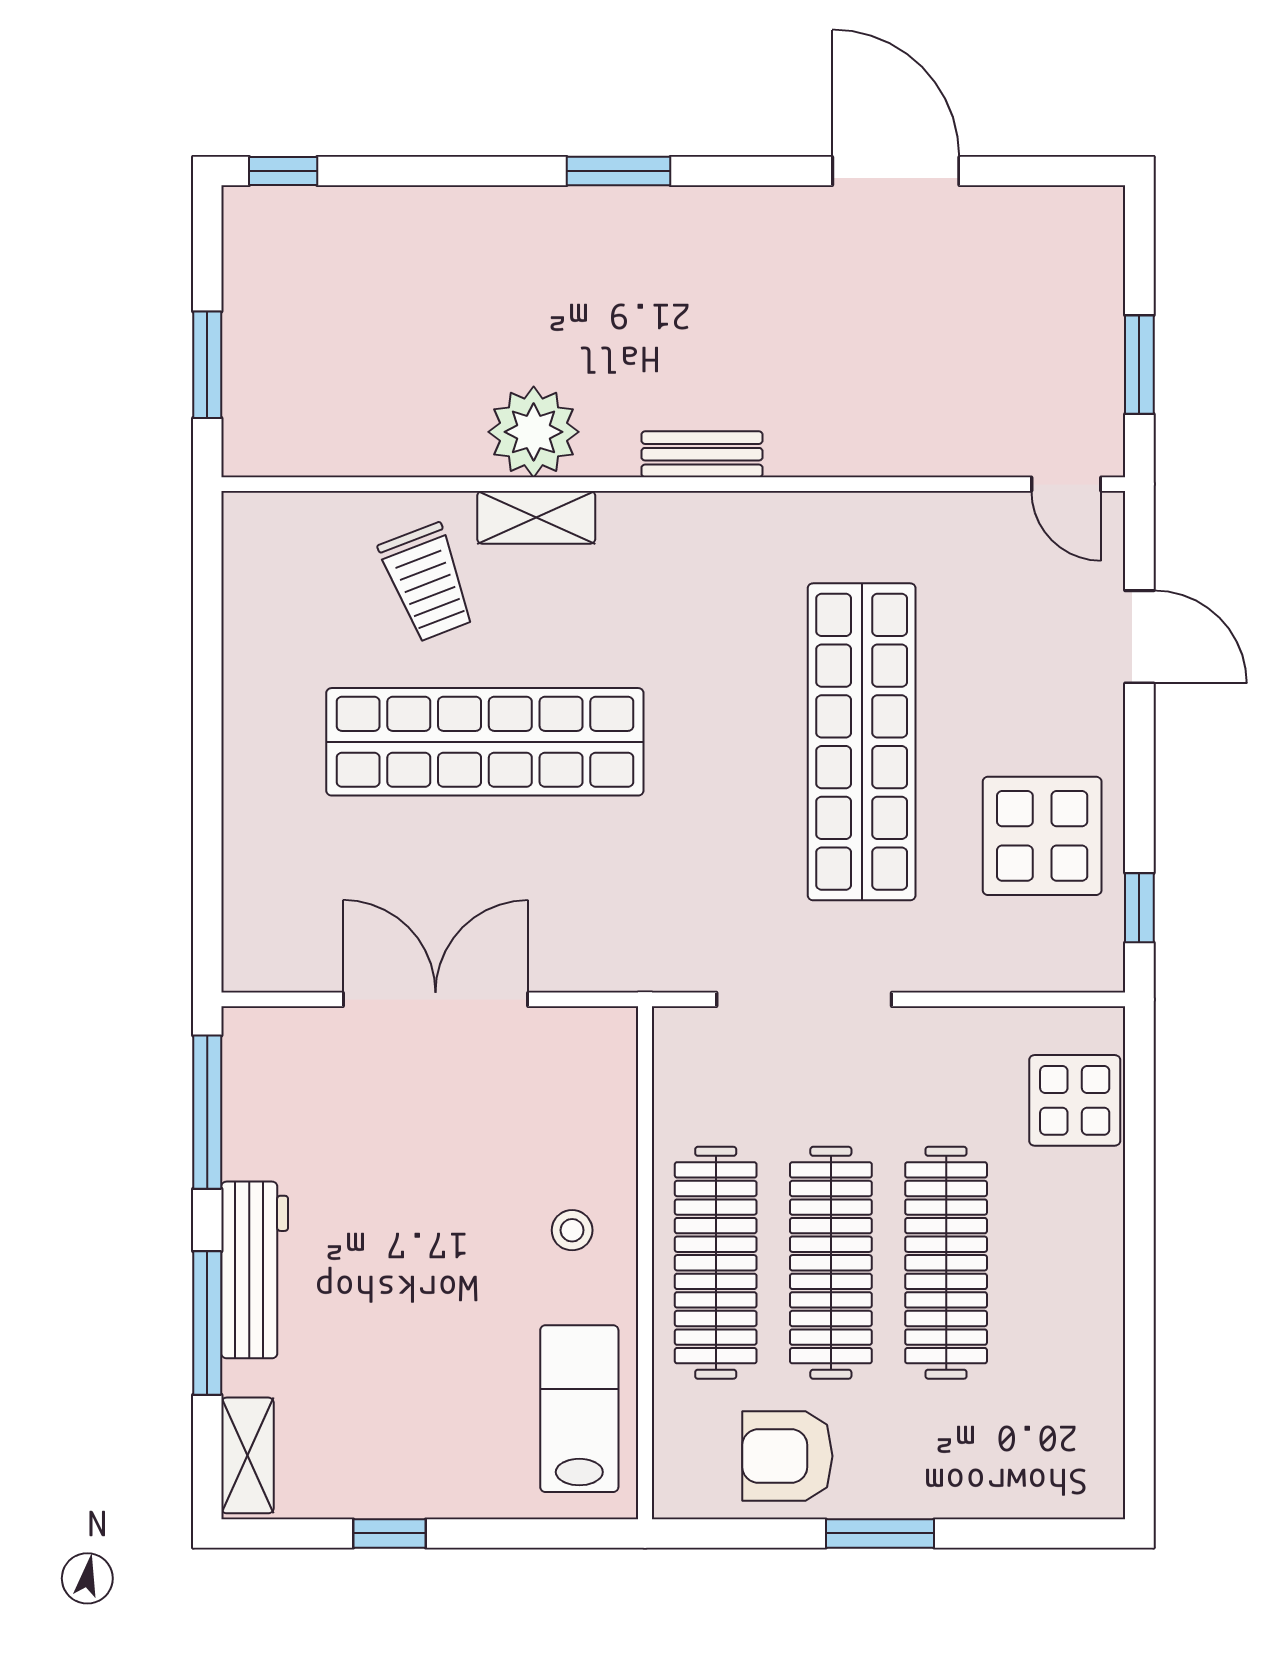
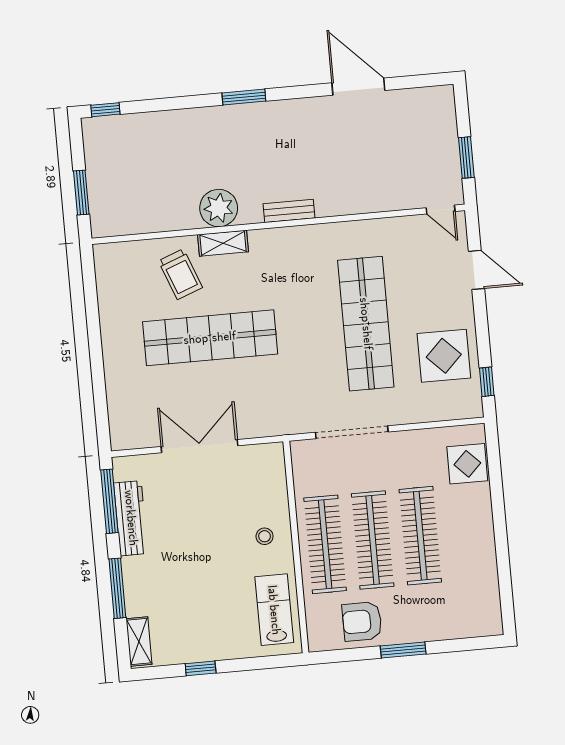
workbench: (255, 1270) -> (131, 518), moved

